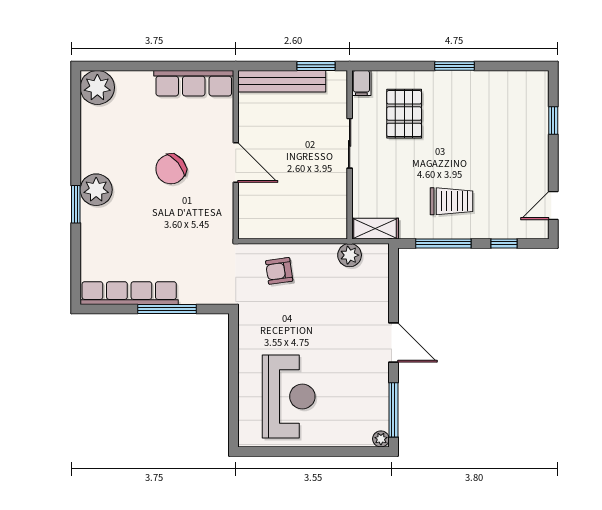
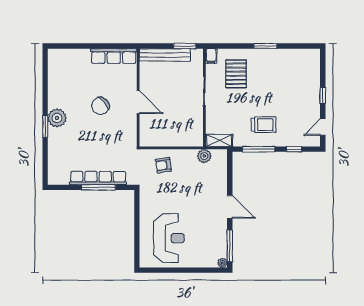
plant: (97, 87) -> (58, 59), removed
window: (553, 121) -> (323, 95), moved
row of seats: (129, 293) -> (98, 178), moved

